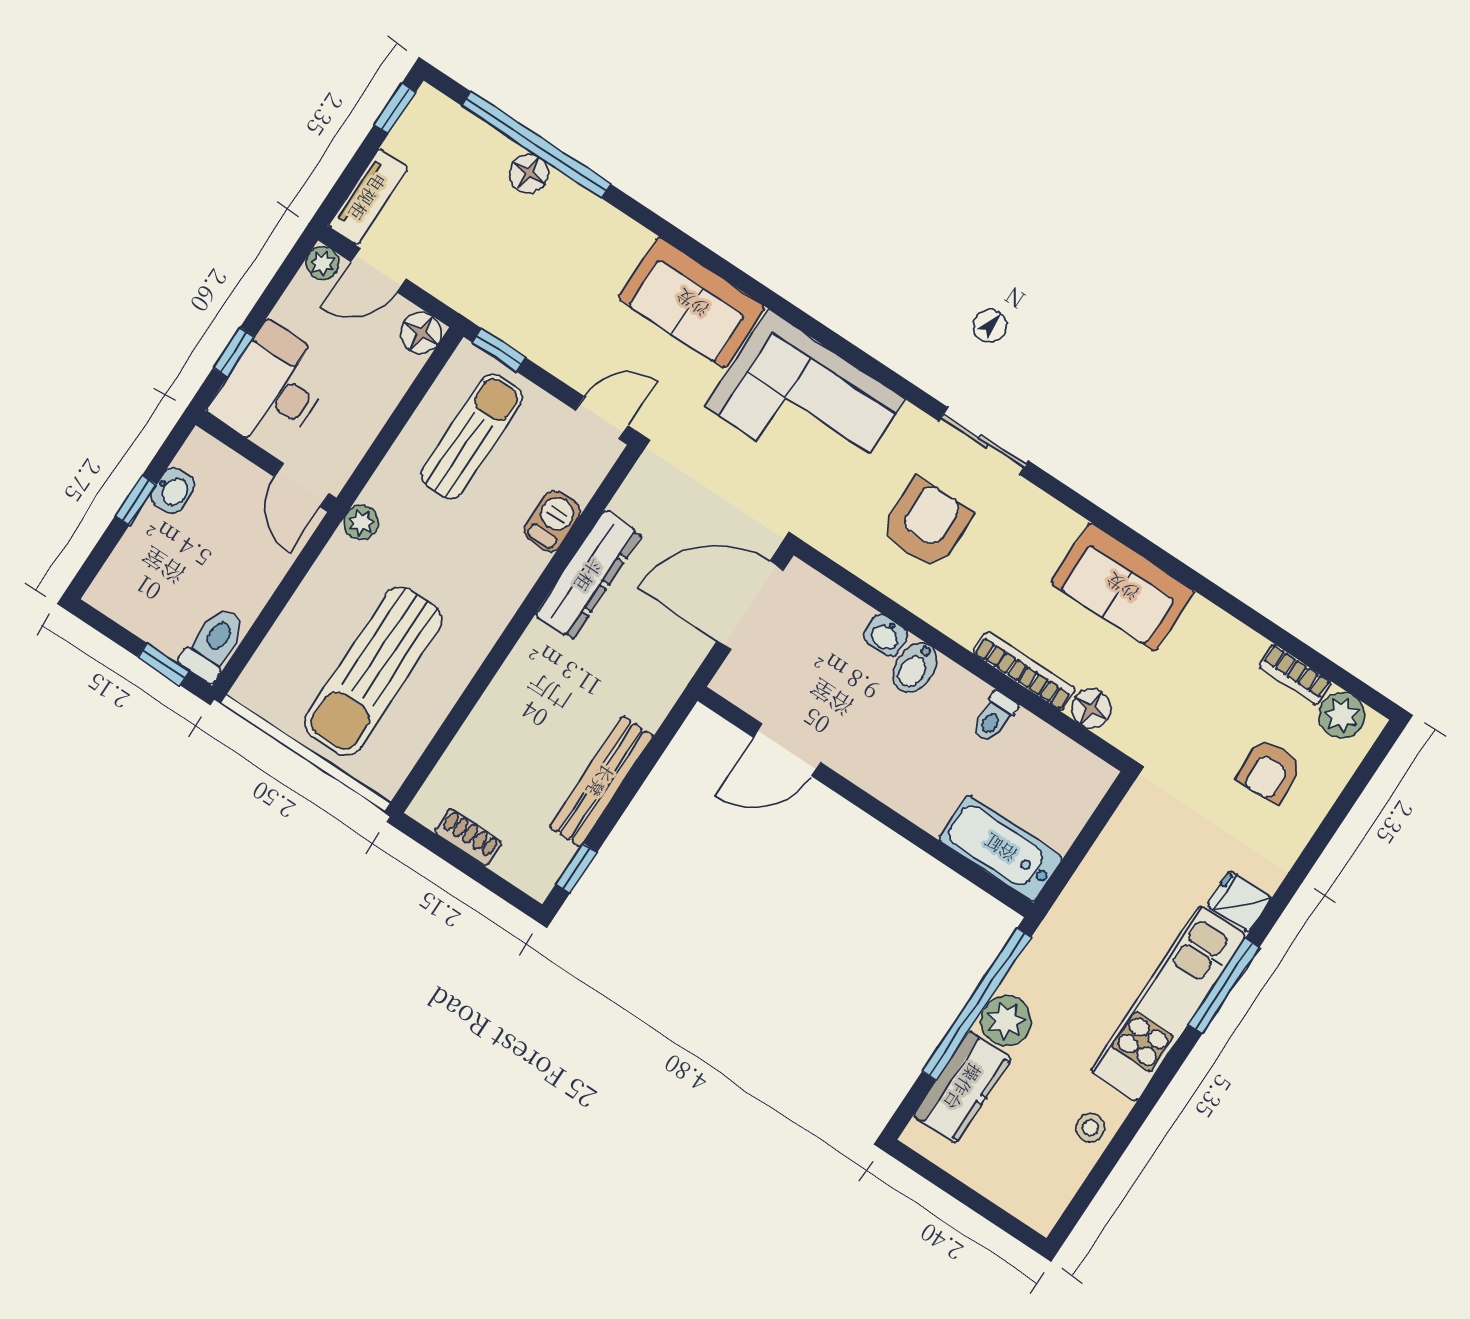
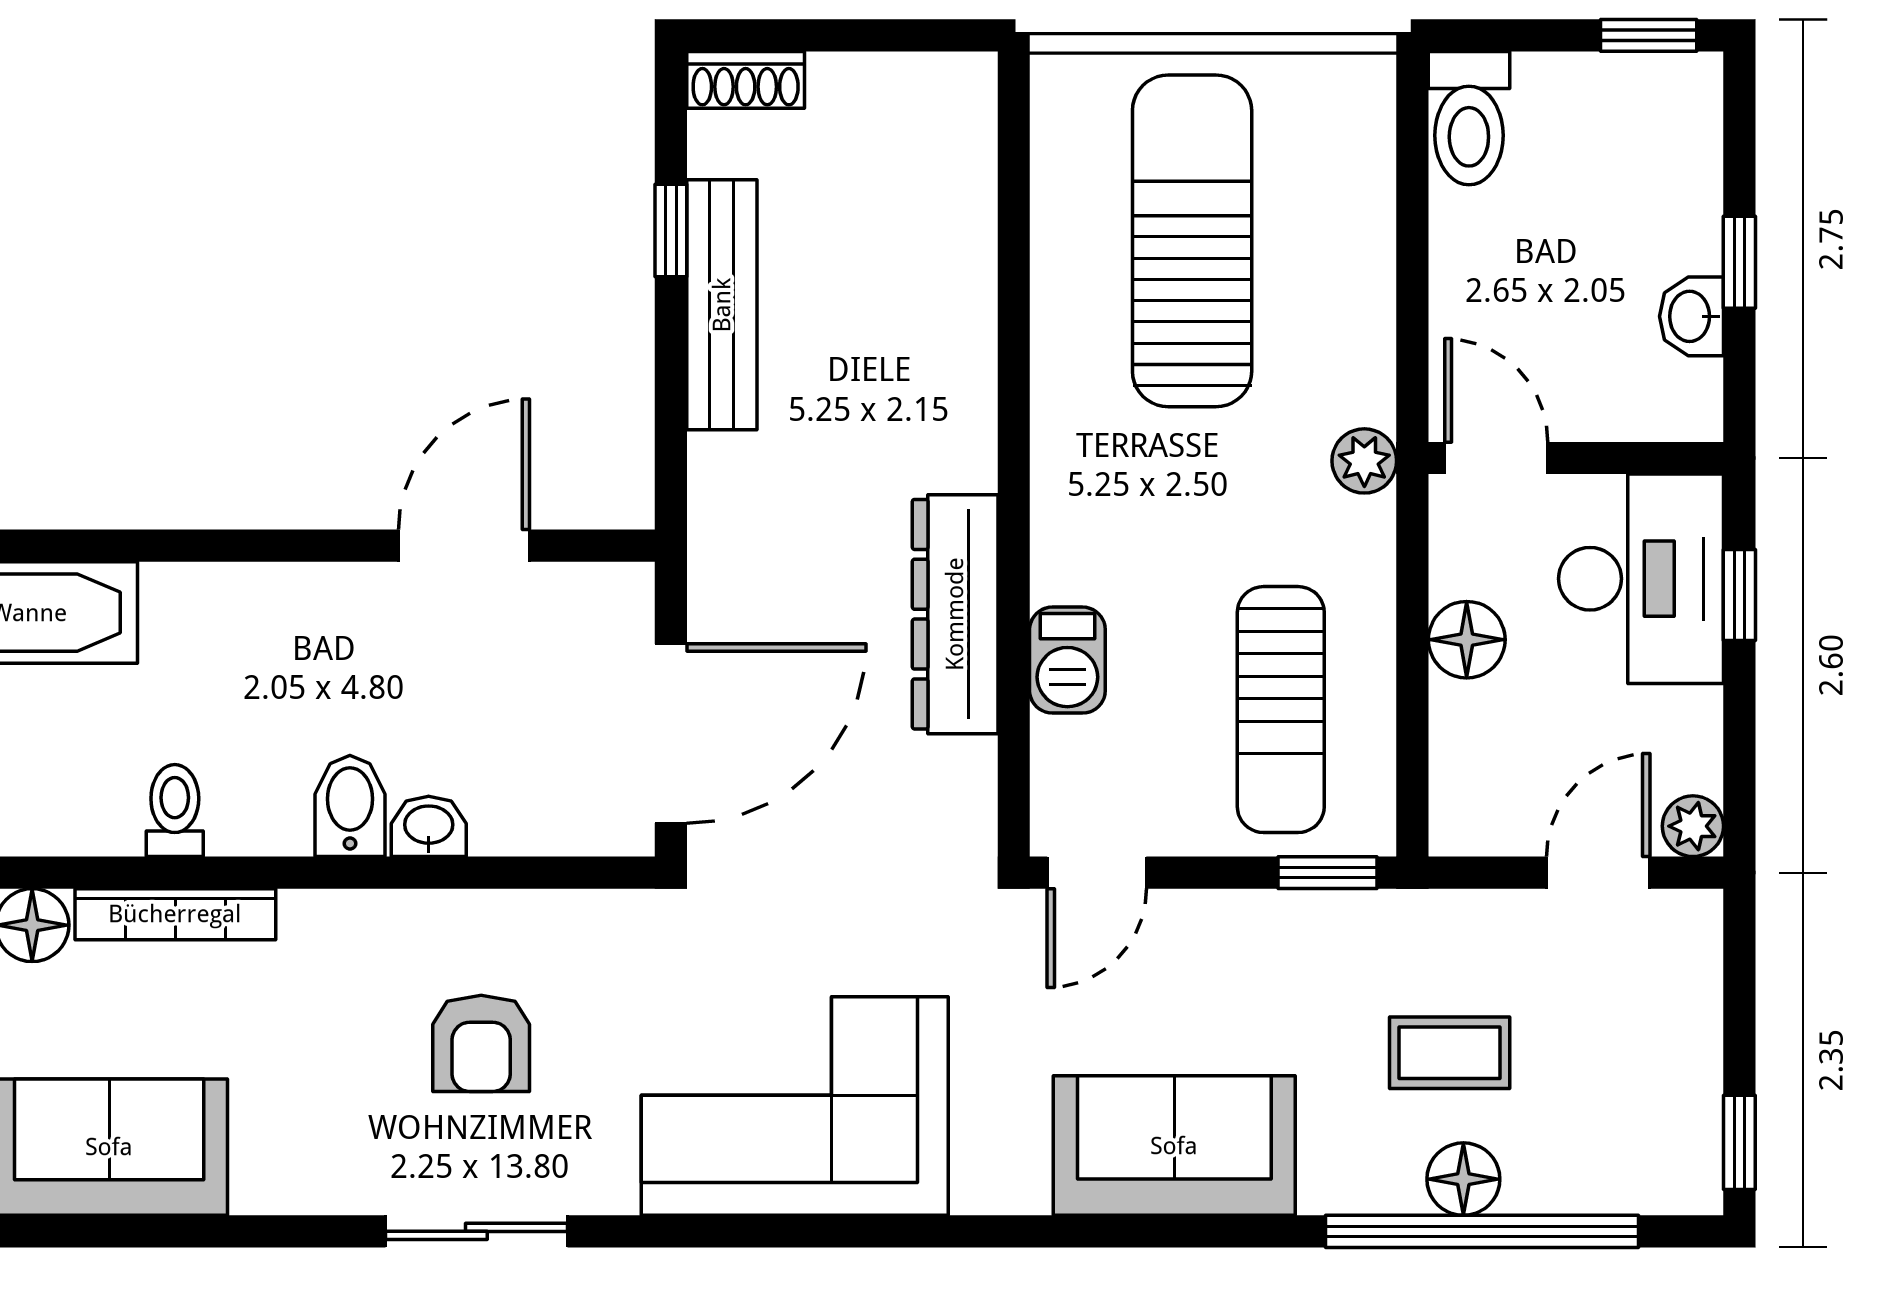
tv unit: (368, 197) -> (1690, 976), removed
coffee table: (498, 234) -> (1450, 1053), added
sofa: (692, 303) -> (1174, 1146), moved
floor lamp: (421, 333) -> (1467, 640), moved
armchair: (926, 523) -> (481, 1043), width x0.72, depth x0.72
window: (163, 664) -> (1649, 35), moved
shoe rack: (468, 837) -> (746, 80), moved
window: (576, 868) -> (671, 231), moved

